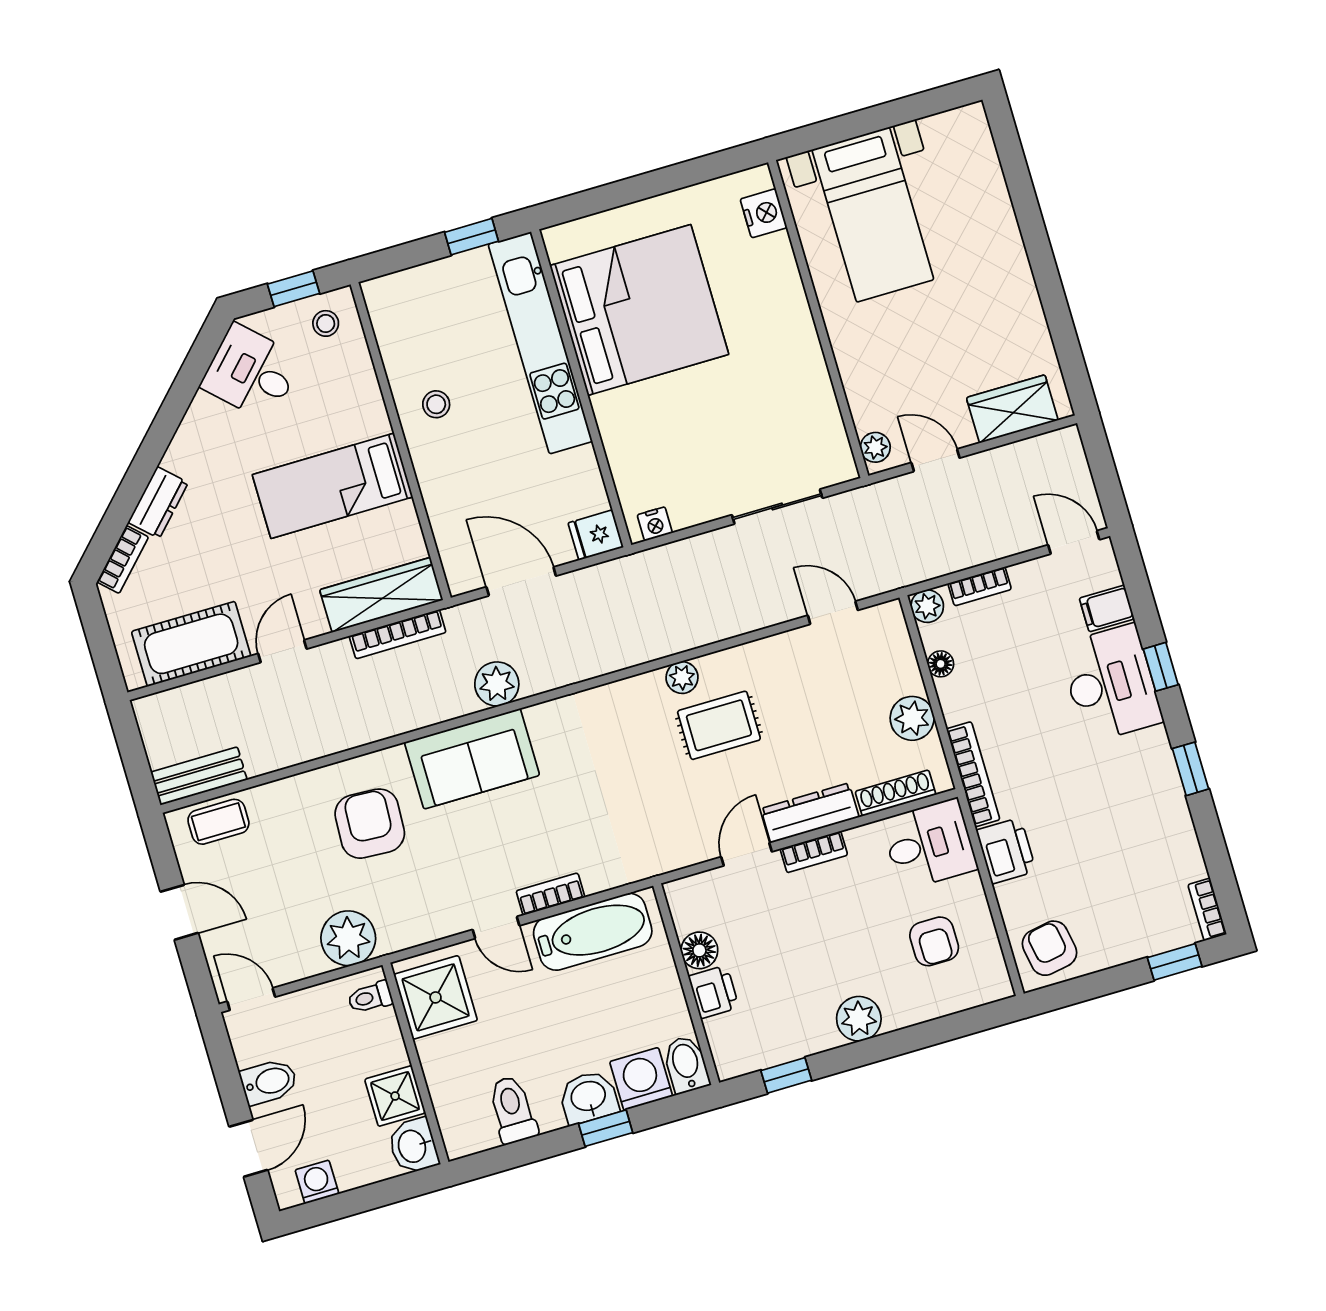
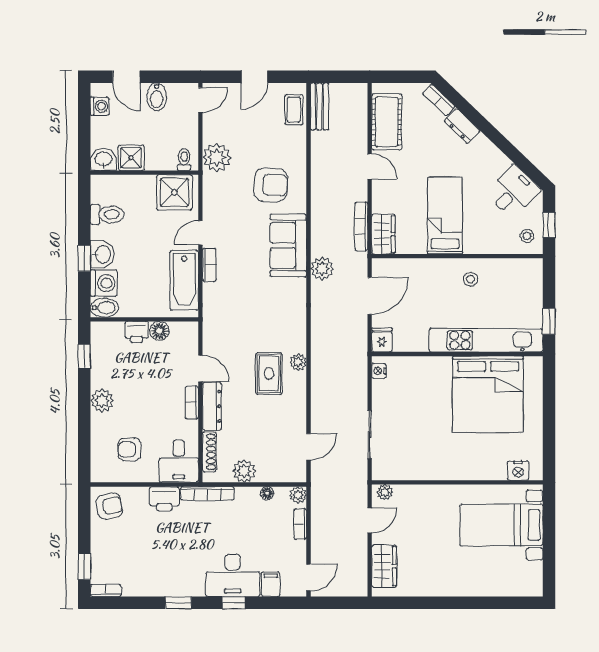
wardrobe: (381, 595) -> (383, 234), width x0.67

